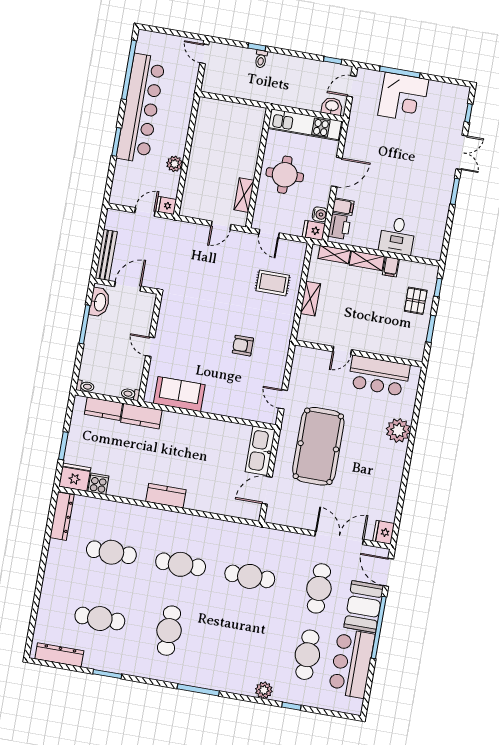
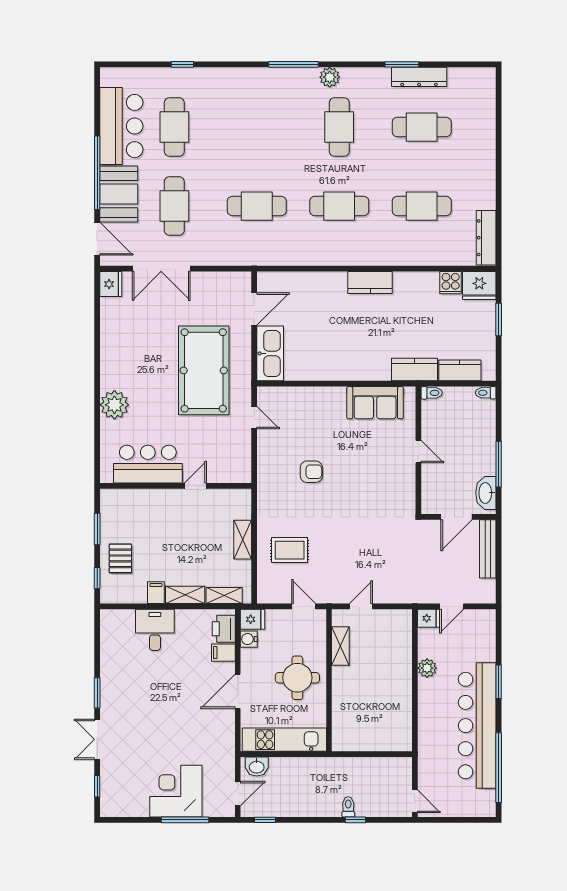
dresser: (59, 655) -> (419, 77), moved
plant: (264, 690) -> (330, 77), moved

